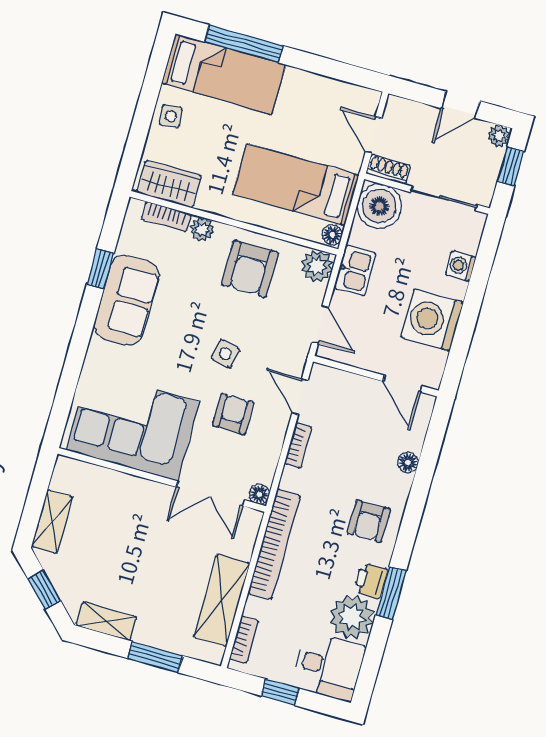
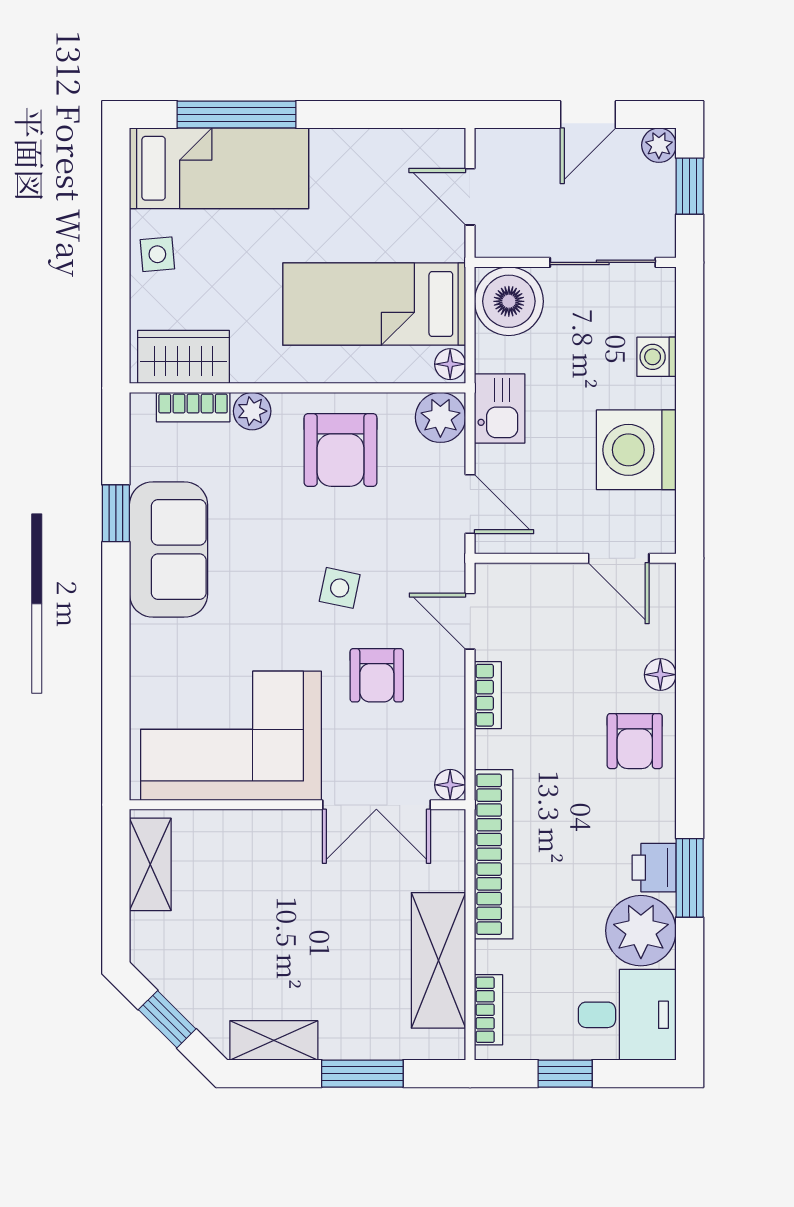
shoe rack: (388, 169) -> (507, 242), removed
armchair: (233, 414) -> (377, 675), turned 180
shelving: (52, 521) -> (150, 864), moved
armchair: (369, 521) -> (635, 741), moved

